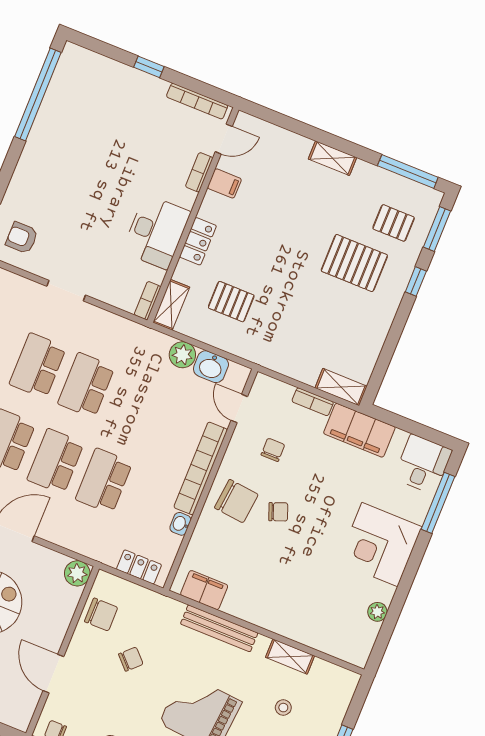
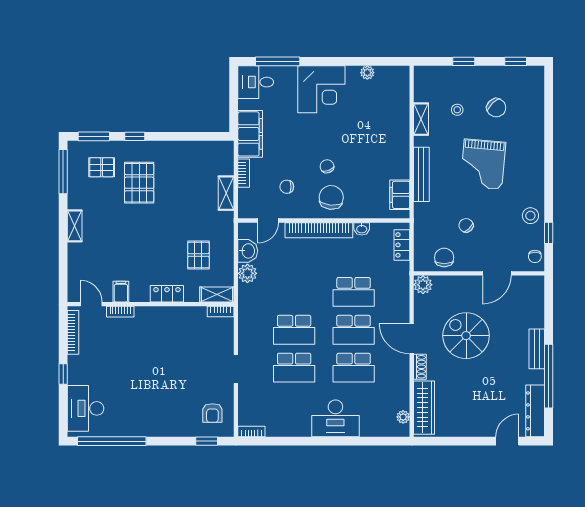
pallet: (394, 223) -> (102, 167), turned 90
desk: (156, 232) -> (85, 408), moved, turned -90
shelving: (341, 387) -> (226, 193), moved

